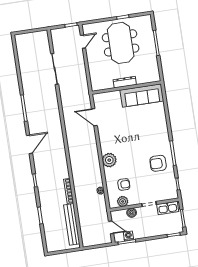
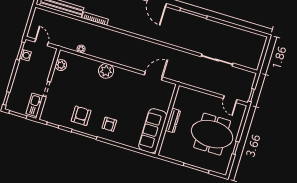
armchair: (124, 184) -> (109, 124), moved
boiler: (132, 213) -> (46, 69), removed
door: (111, 227) -> (42, 42), swing flipped

